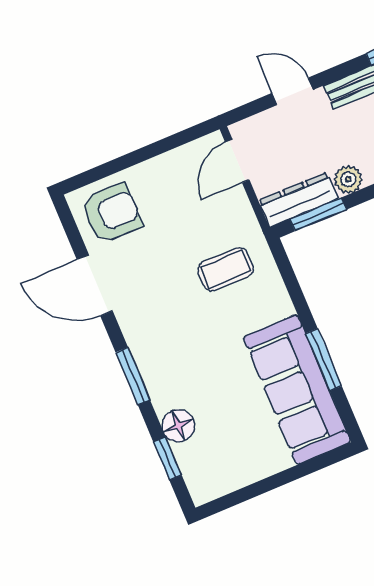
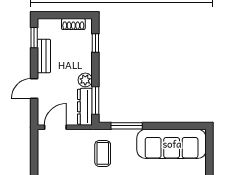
door: (237, 161) -> (55, 127), swing flipped
window: (324, 360) -> (127, 126), moved

